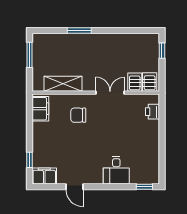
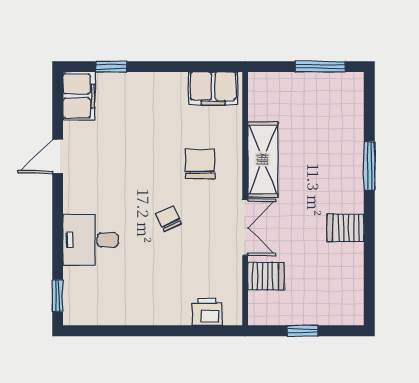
window: (162, 51) -> (303, 331), moved
server rack: (150, 82) -> (345, 228), moved, turned 180
shelving: (63, 84) -> (263, 159), moved
chair: (106, 131) -> (168, 218), added

